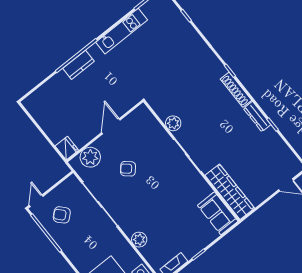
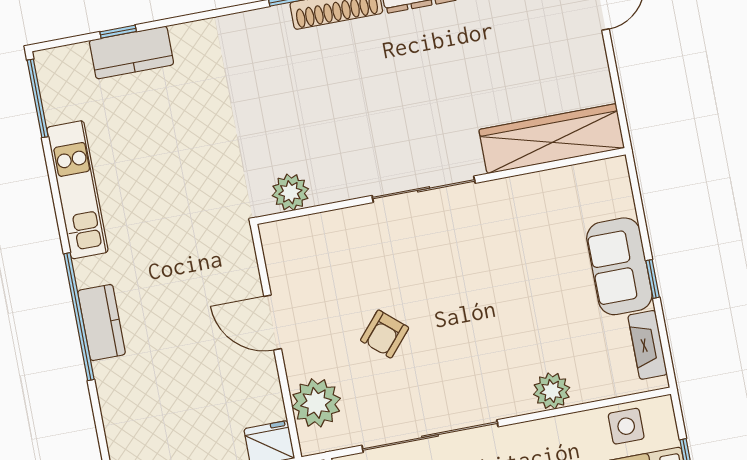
kitchen counter: (181, 24) -> (131, 53), added
plant: (173, 123) -> (290, 192), moved
sofa: (218, 213) -> (619, 266), moved, turned 90

